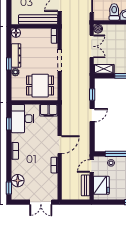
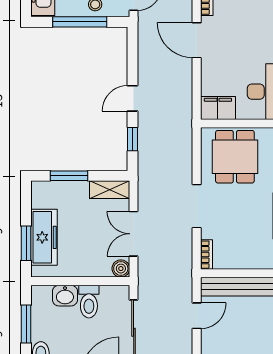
dining table: (40, 86) -> (235, 157), turned 90
door: (60, 145) -> (197, 40), hinge flipped

